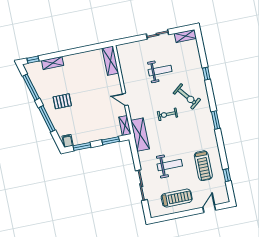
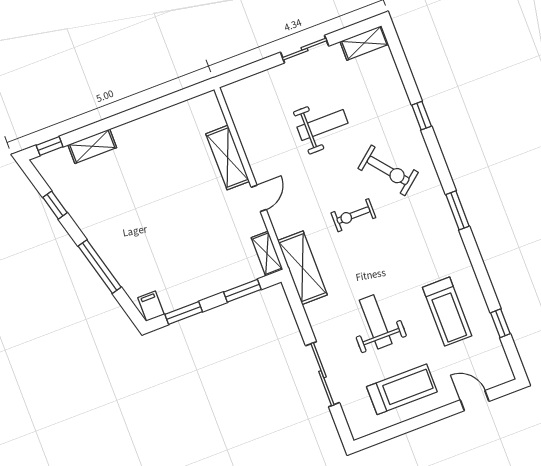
shelving: (110, 61) -> (228, 158), moved
window: (31, 87) -> (55, 205), width x0.46
door: (125, 99) -> (259, 198), swing flipped
pallet: (62, 101) -> (126, 224), removed
weight bench: (170, 165) -> (376, 322), turned -90
door: (209, 209) -> (475, 401), hinge flipped

